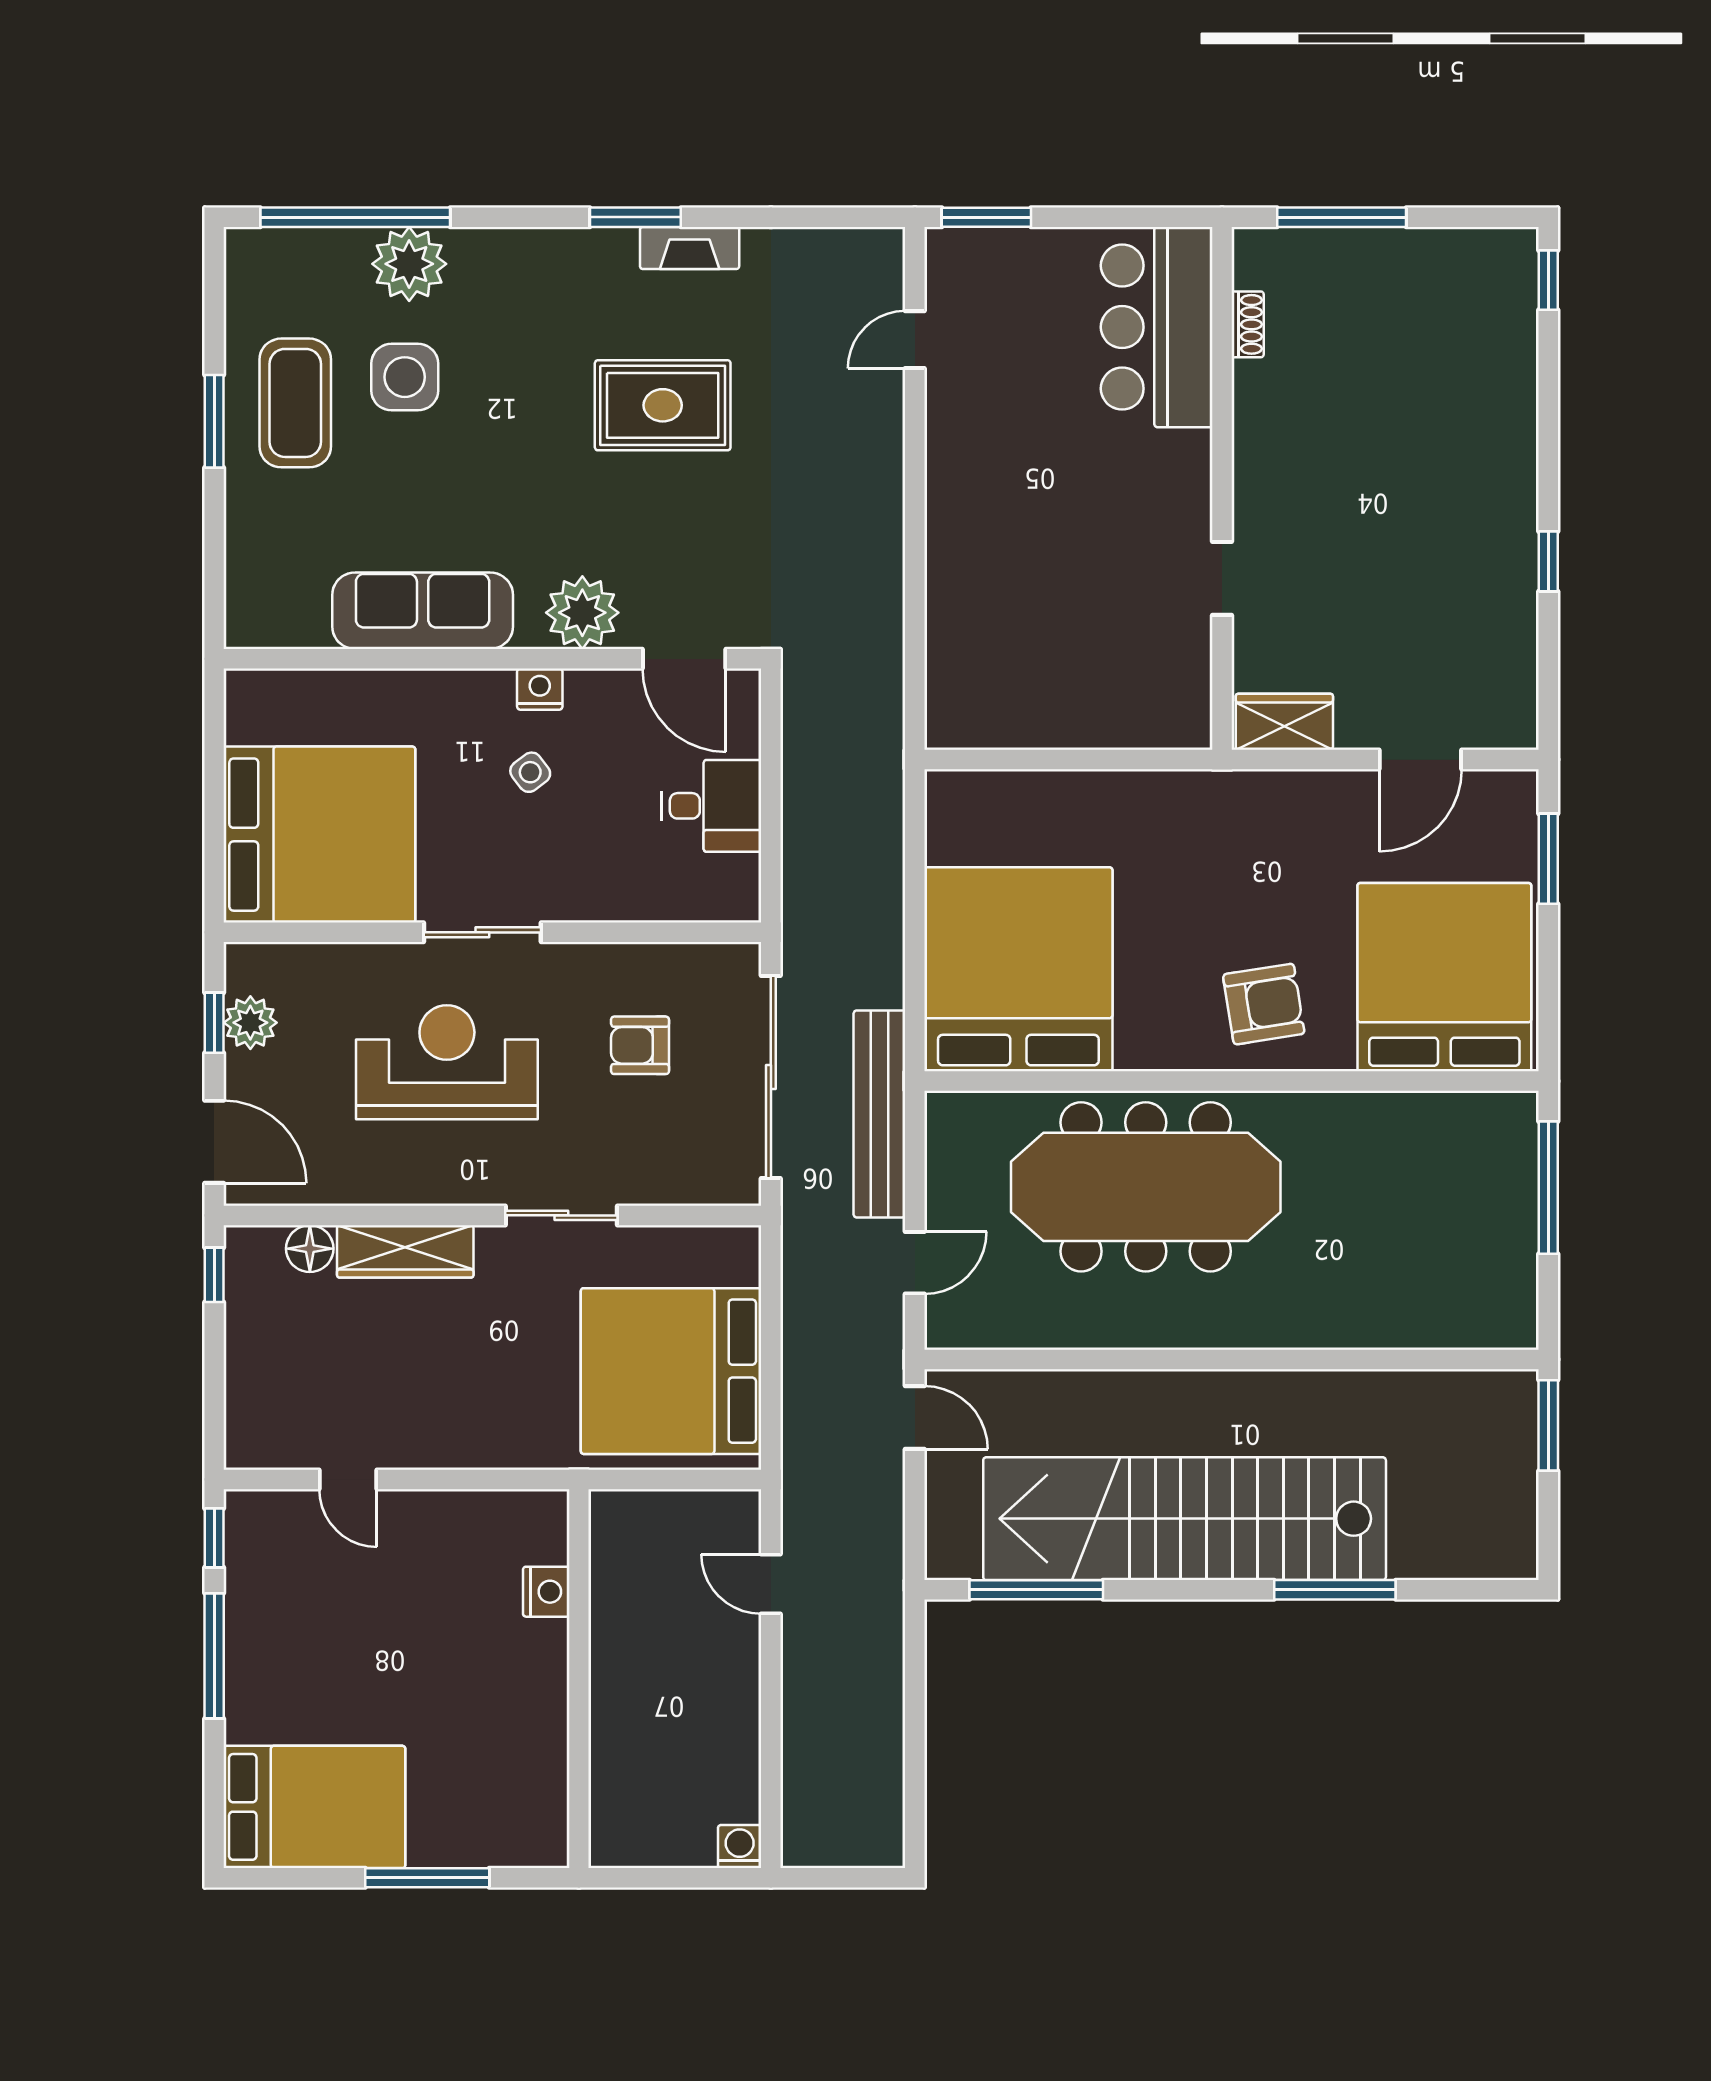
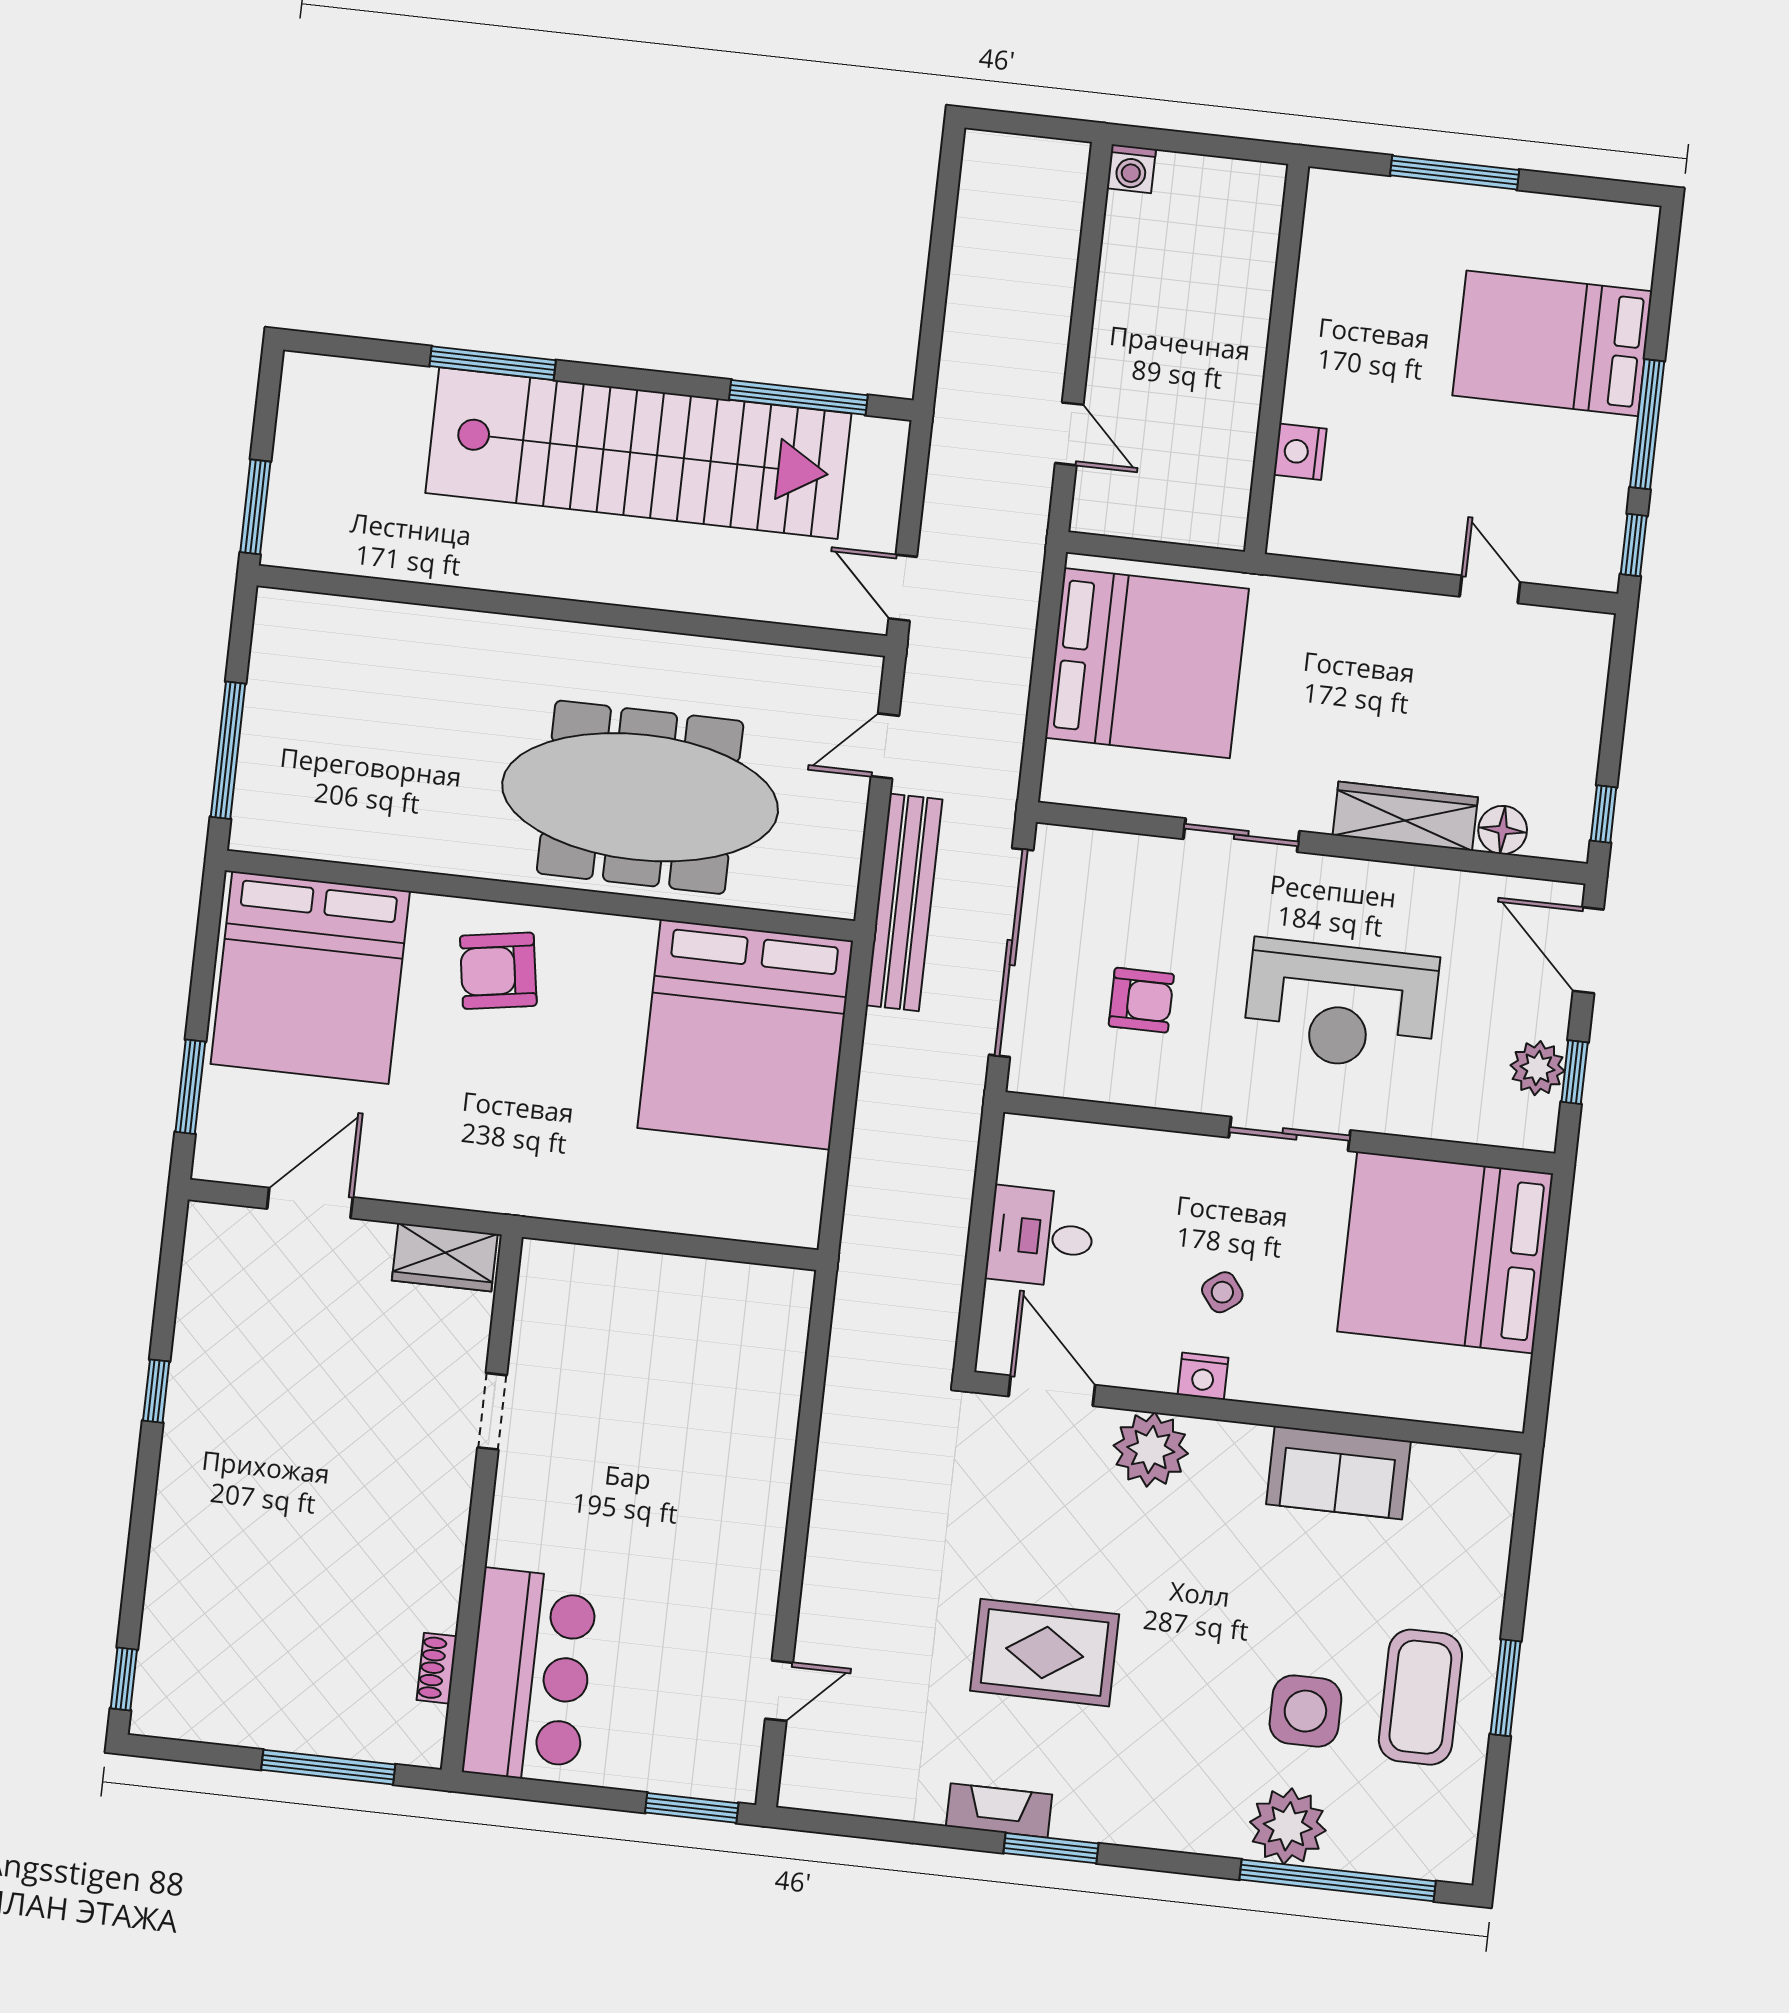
sofa: (423, 611) -> (1338, 1473), width x0.73
bed: (314, 1807) -> (1552, 343), moved

